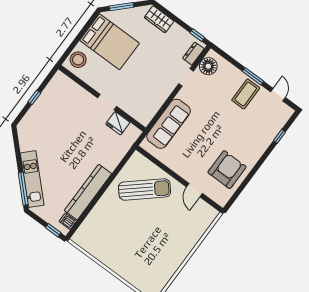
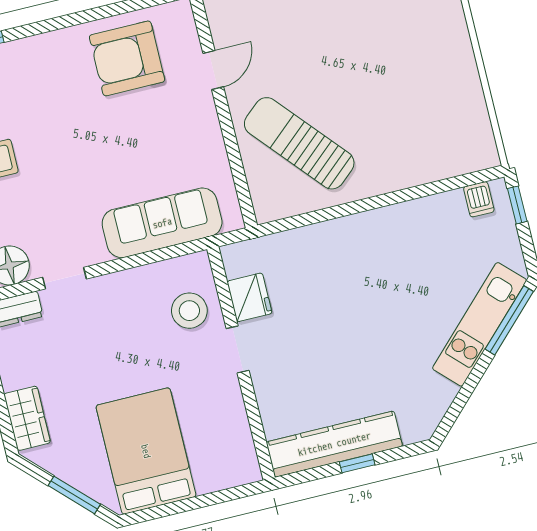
stool: (78, 60) -> (189, 311), moved
kitchen counter: (88, 192) -> (334, 444), moved, turned 180

